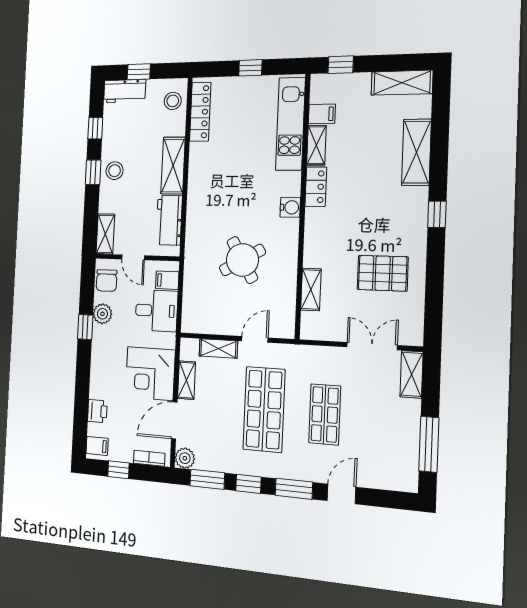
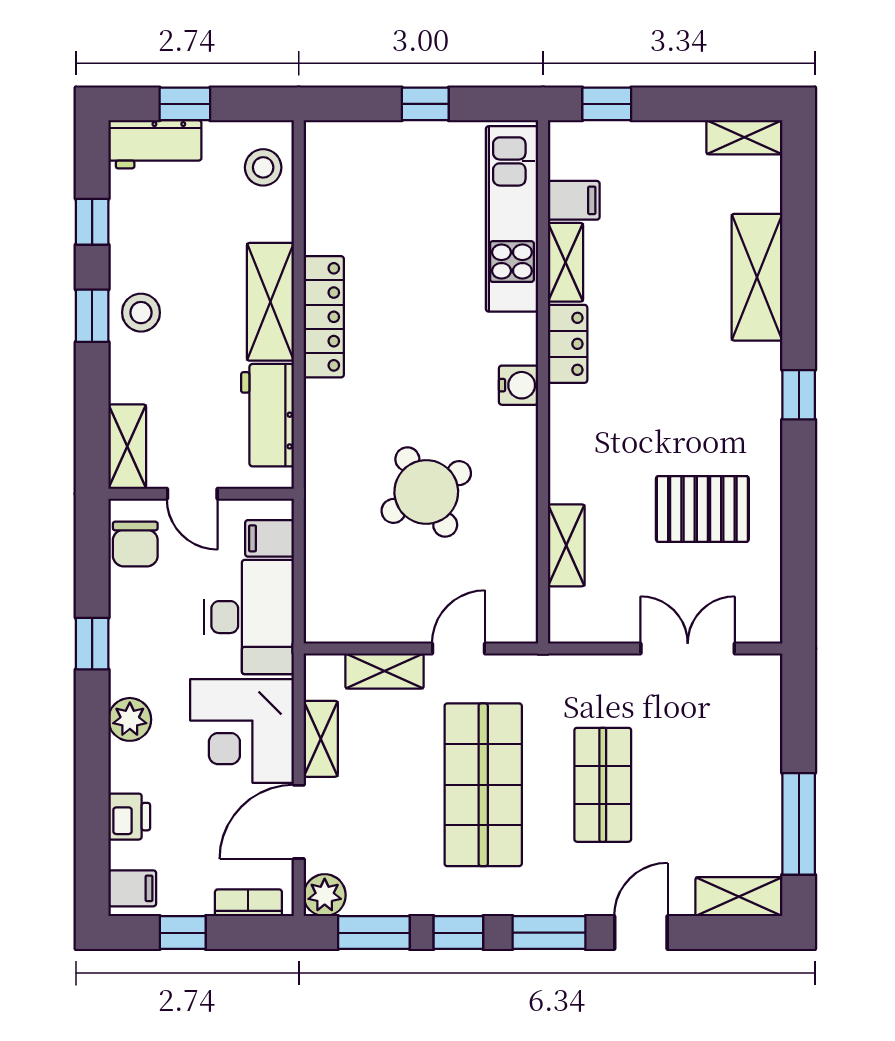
shelving: (402, 83) -> (744, 137), width x0.67, depth x0.75
locker: (200, 112) -> (324, 317), moved
desk: (156, 311) -> (249, 617), width x1.37
plant: (102, 314) -> (130, 719), moved
shelving: (412, 374) -> (739, 897), moved, turned 90

